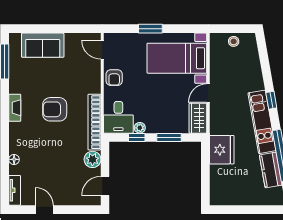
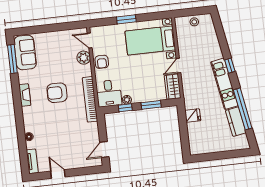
sofa: (43, 45) -> (25, 52), moved, turned -90
fridge: (222, 150) -> (193, 116), width x0.53, depth x0.75
plant: (92, 159) -> (84, 58), moved

